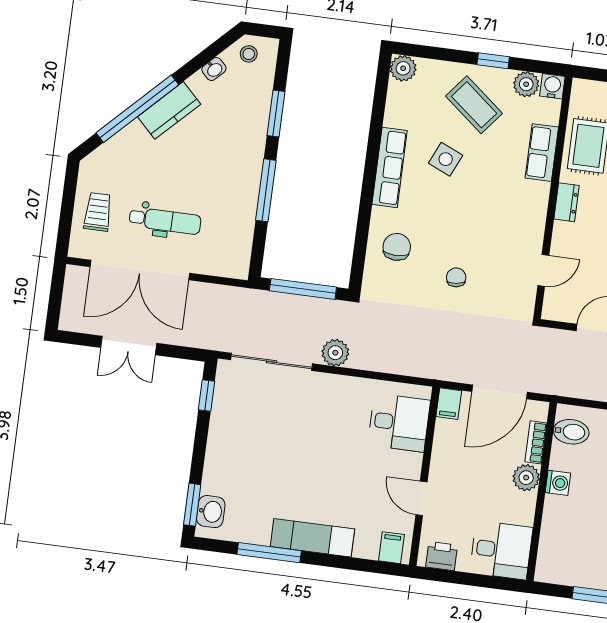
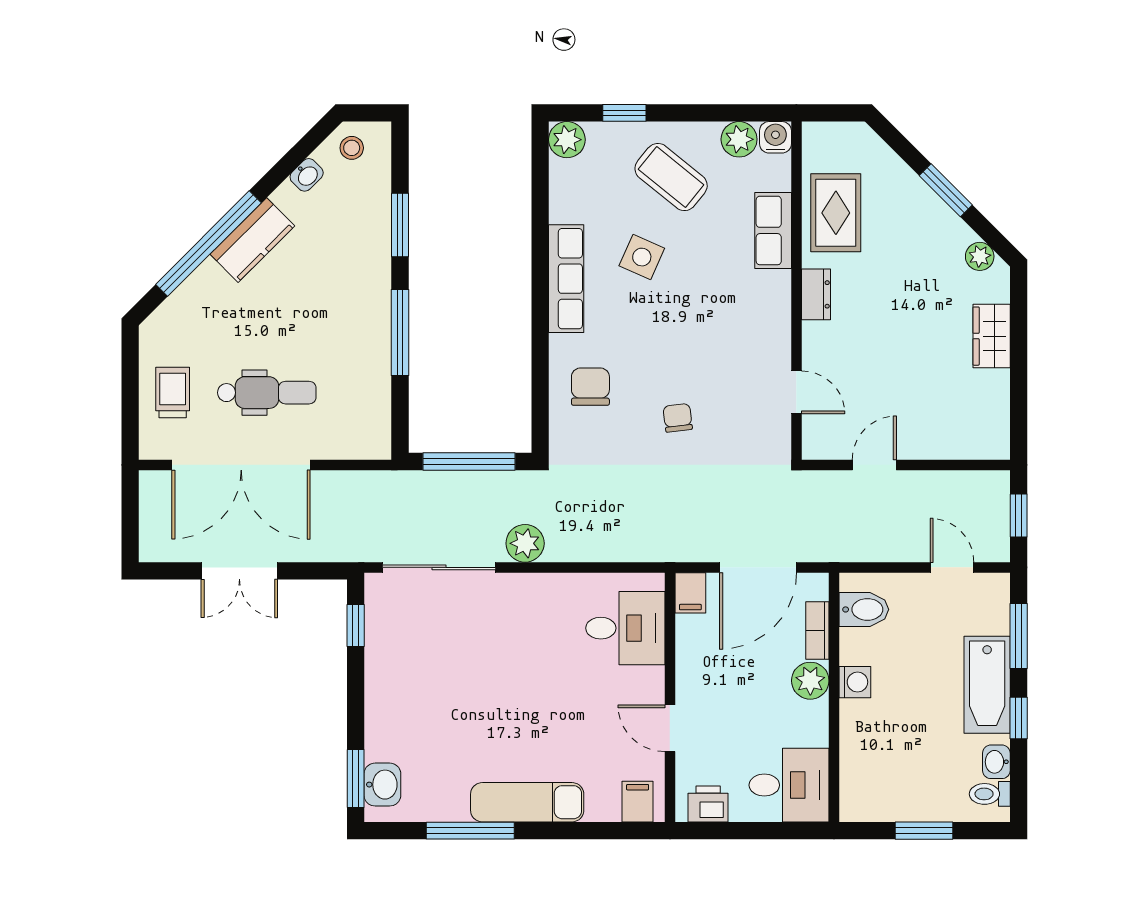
window: (493, 61) -> (624, 113), moved
door: (543, 270) -> (796, 392), hinge flipped

